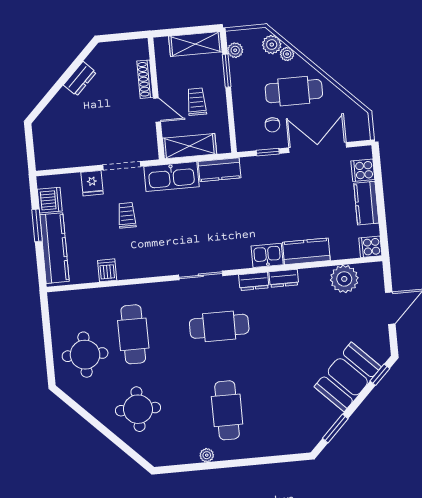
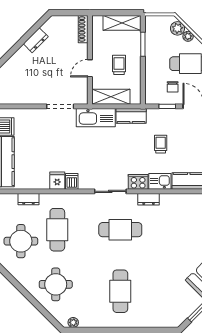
plant: (235, 50) -> (151, 30), removed
shoe rack: (145, 79) -> (83, 29), moved
door: (157, 110) -> (90, 68), swing flipped
fridge: (92, 183) -> (57, 181), moved, turned 180
trolley: (127, 215) -> (161, 144), moved
cooker: (237, 259) -> (138, 182), added
dishwasher: (107, 270) -> (72, 181), moved
dresser: (284, 278) -> (28, 199), moved
plant: (207, 455) -> (73, 322), moved

